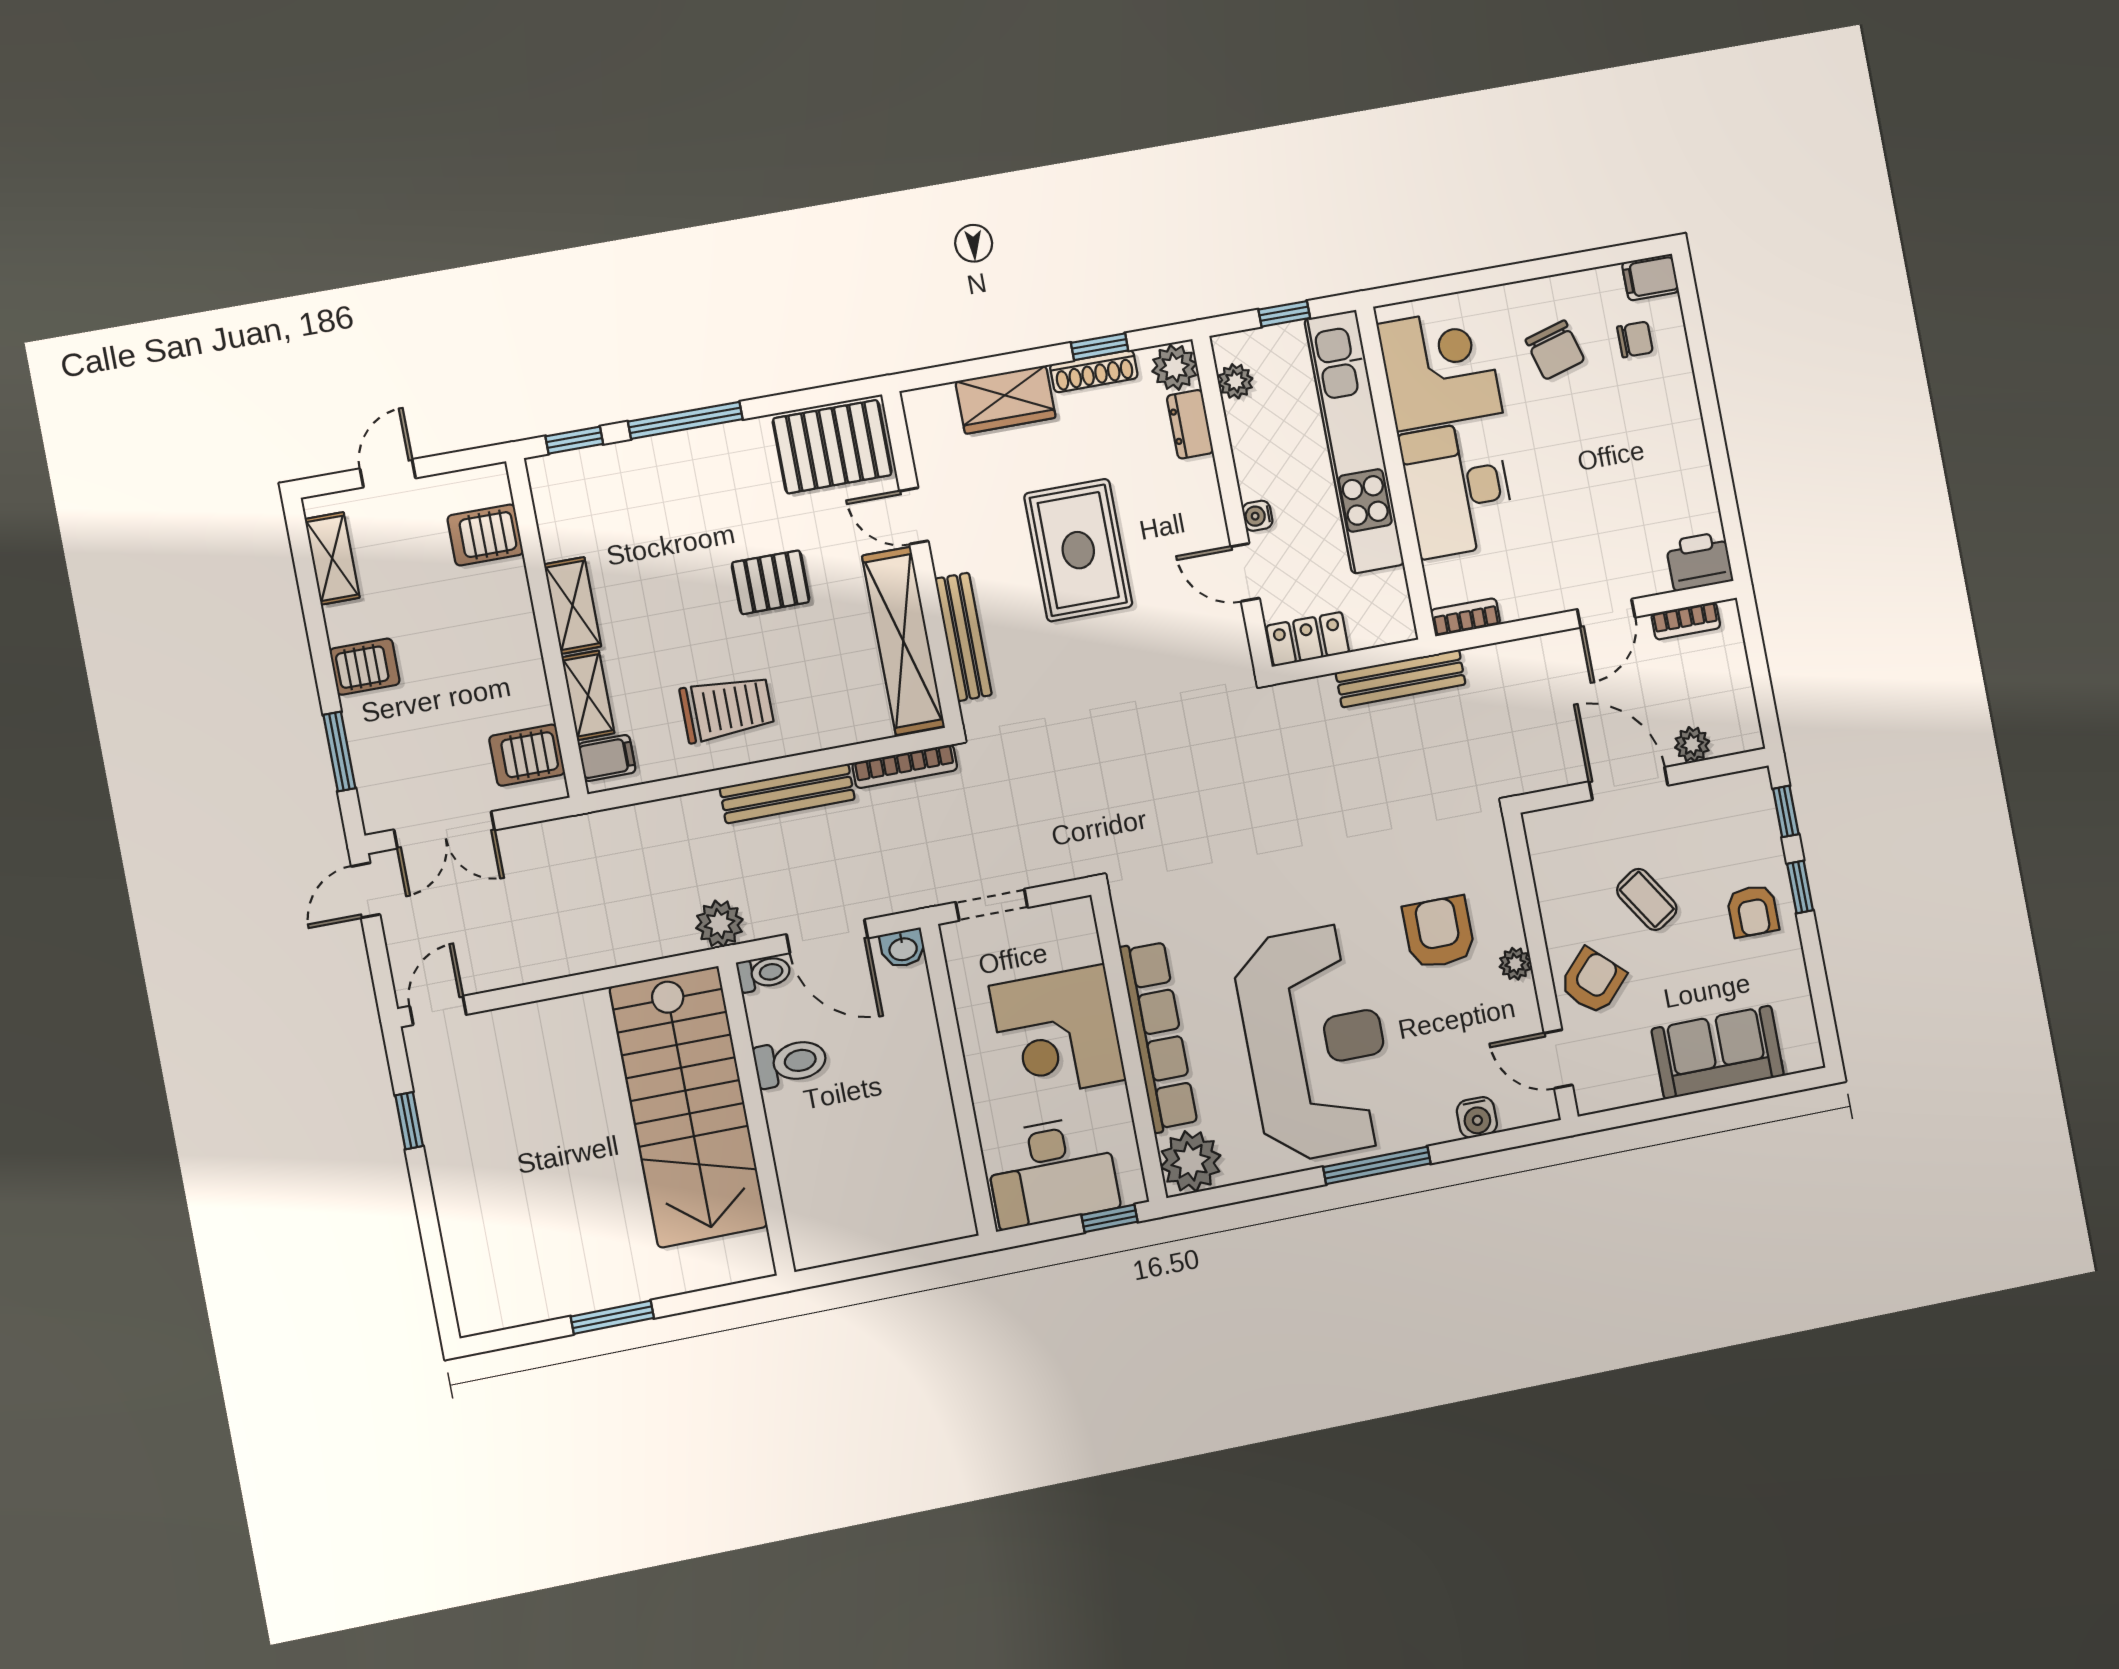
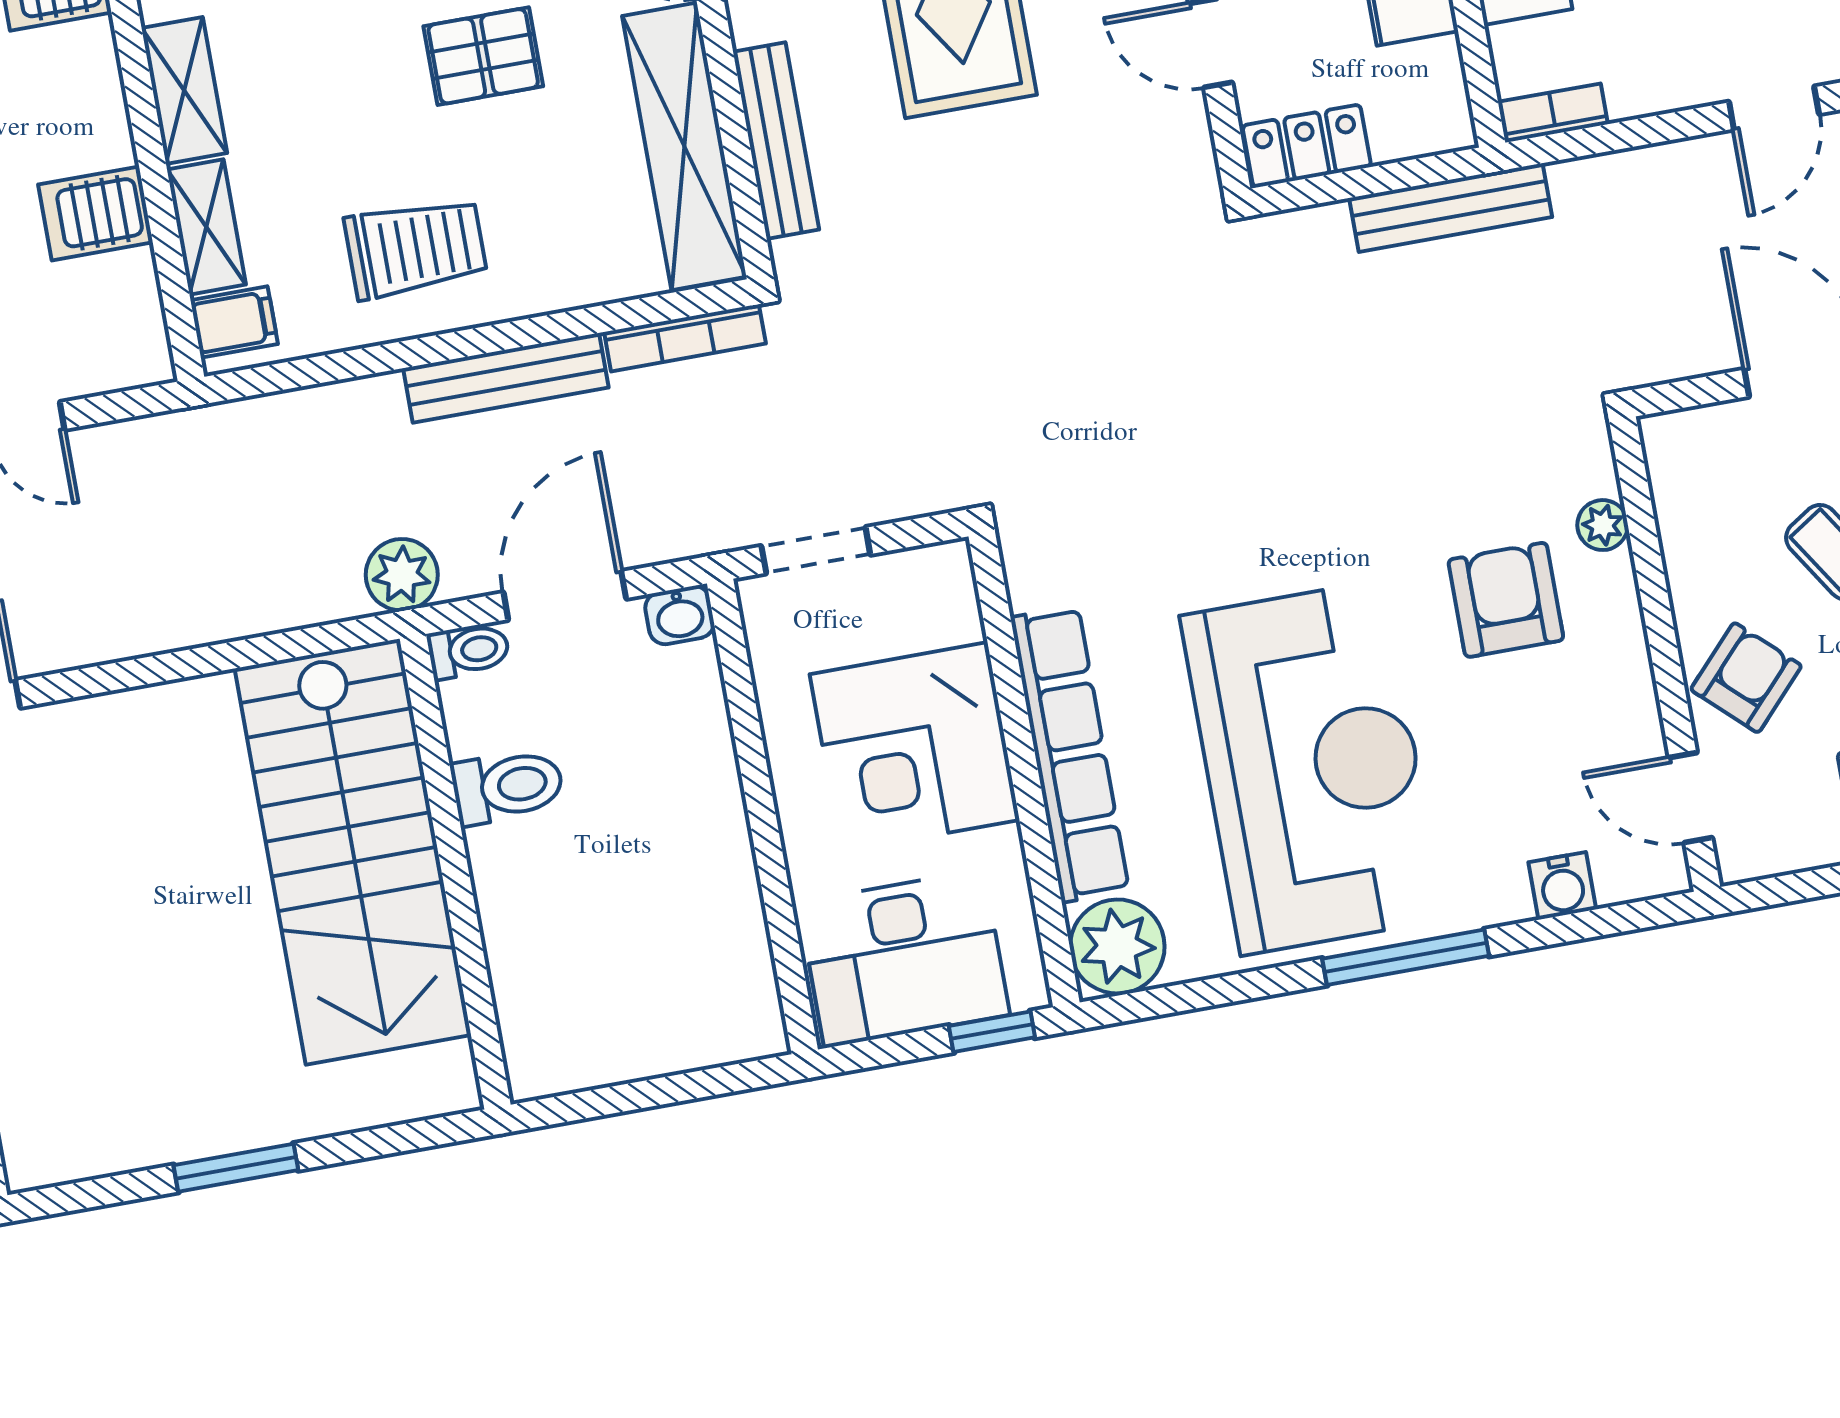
server rack: (527, 755) -> (96, 213), moved
door: (827, 936) -> (565, 596), swing flipped
plant: (1515, 964) -> (1603, 525), moved

